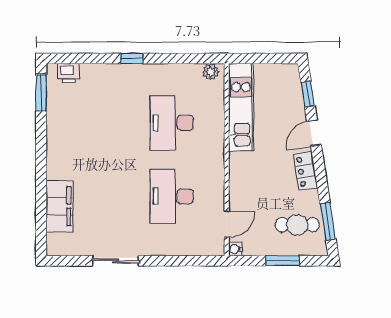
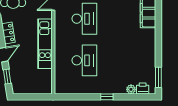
plant: (211, 72) -> (131, 89), moved
kitchen unit: (241, 107) -> (45, 44), moved

